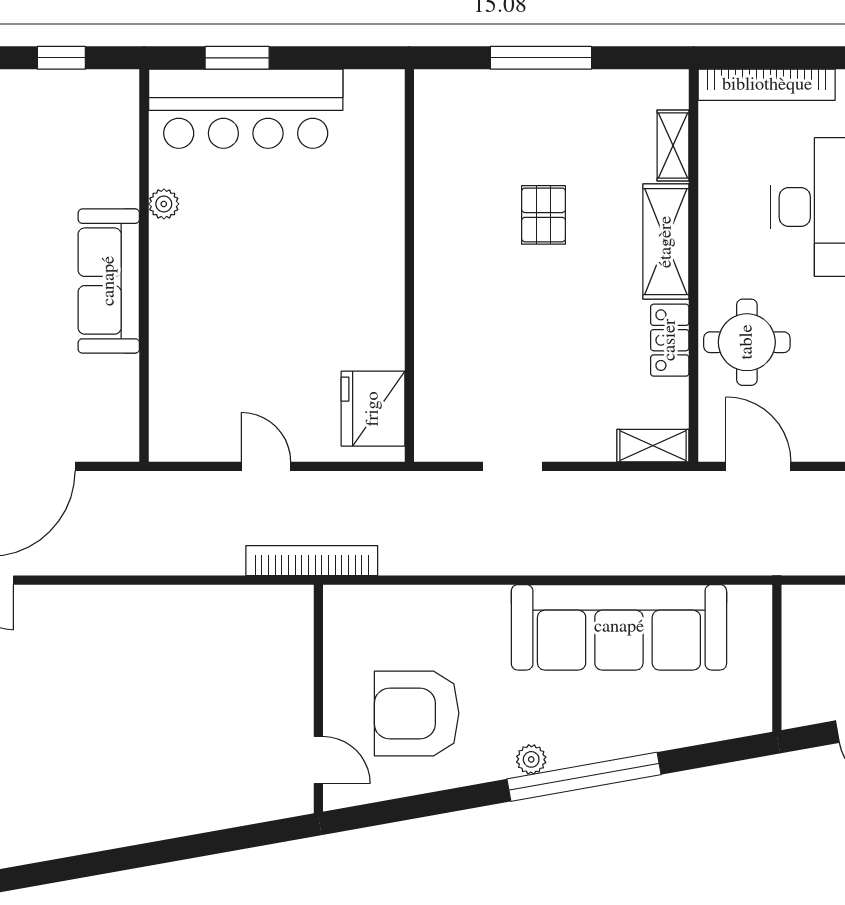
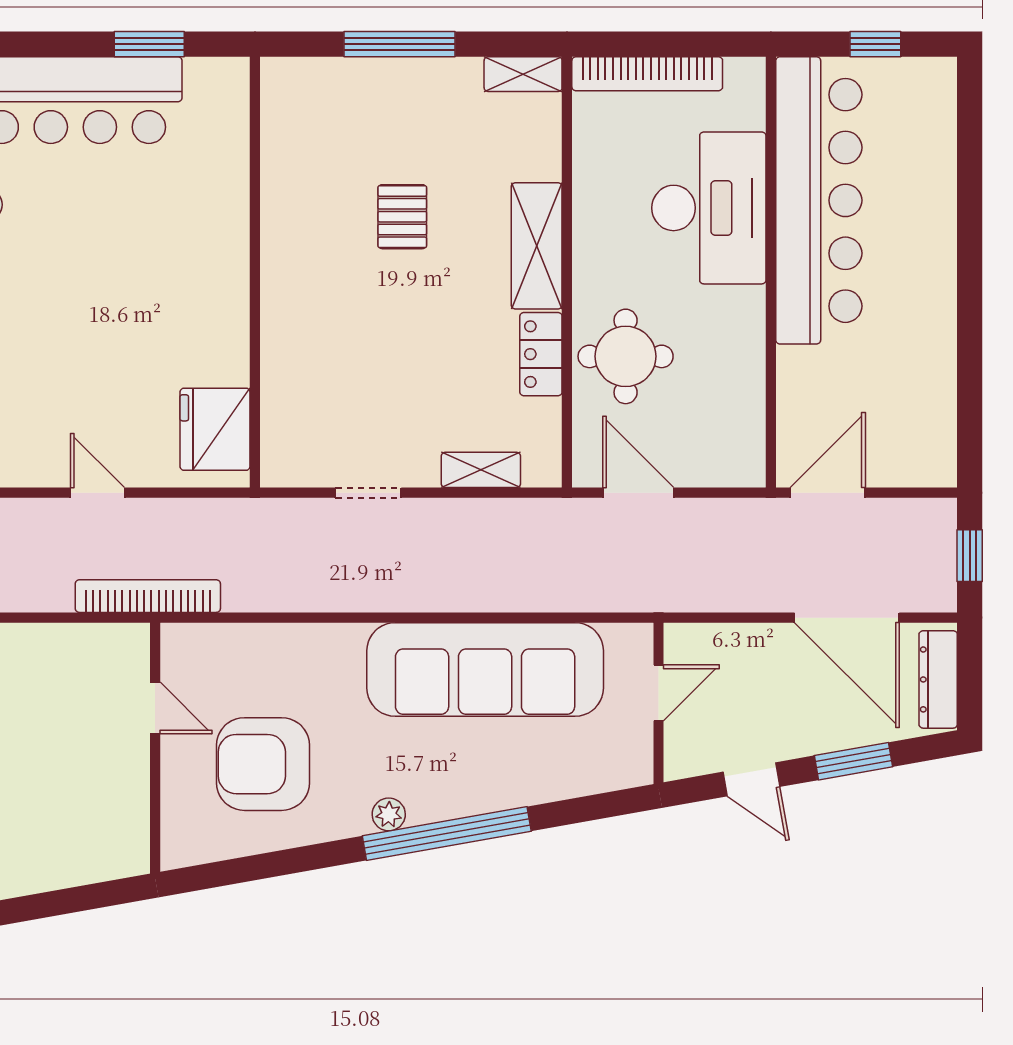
window: (237, 58) -> (149, 44), moved
shelving: (673, 146) -> (523, 74), moved, turned 90
shelving: (653, 446) -> (481, 470), moved
door: (777, 649) -> (659, 693), added
door: (318, 760) -> (155, 708), moved

